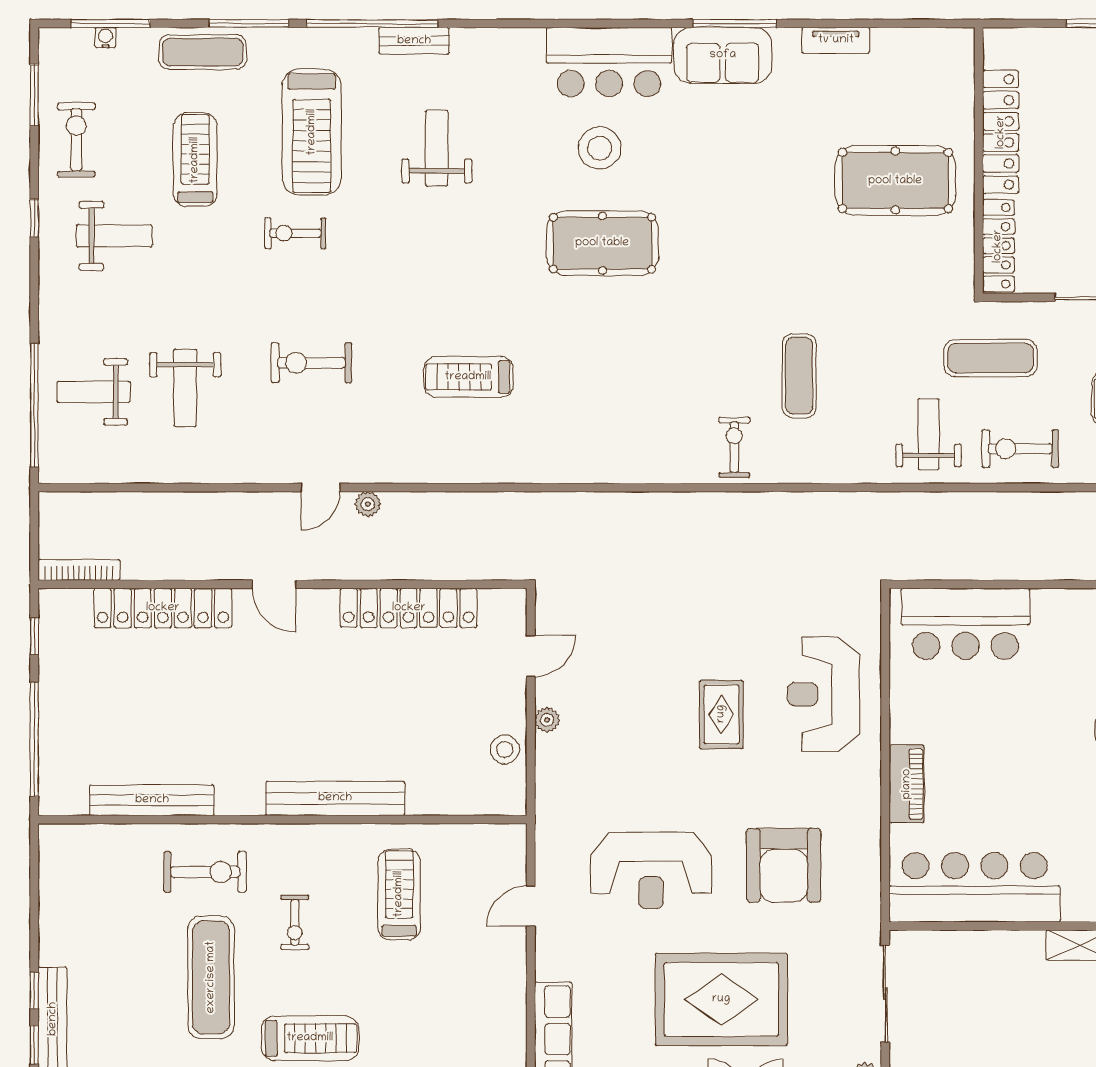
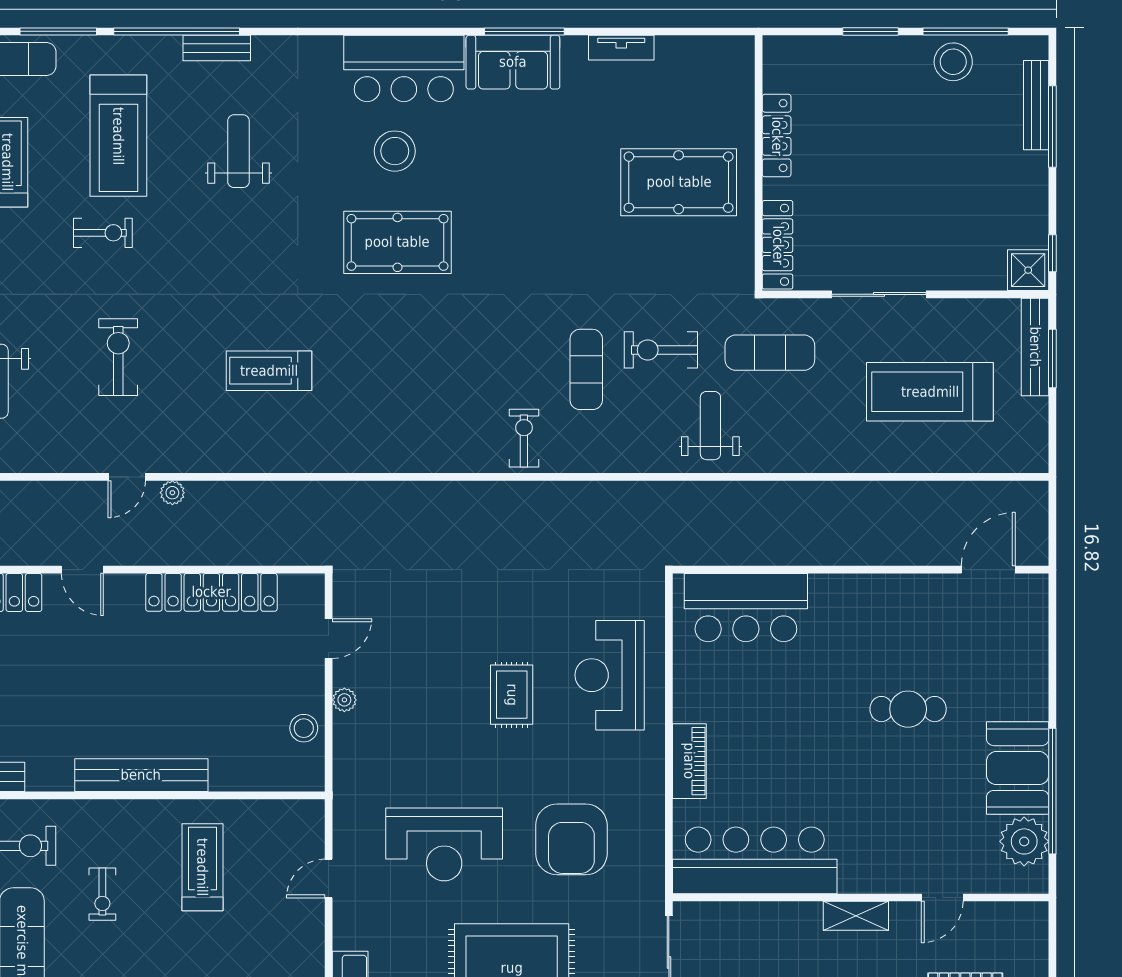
locker: (1001, 132) -> (777, 136), width x0.71, depth x0.83
exercise bike: (295, 233) -> (103, 233), turned 180
exercise bike: (311, 363) -> (118, 357), turned 90
exercise bike: (1020, 449) -> (661, 350), moved

